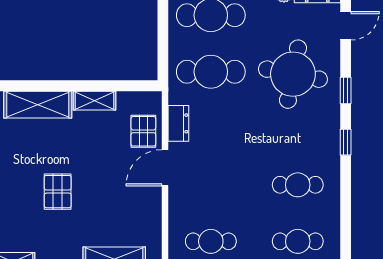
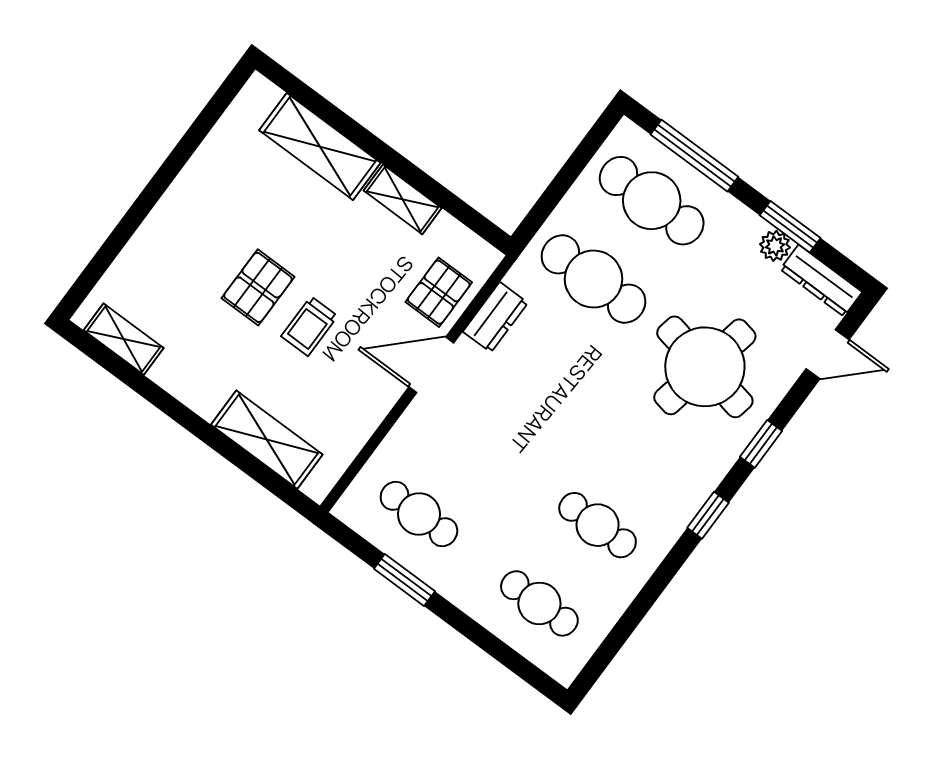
trolley: (95, 192) -> (309, 326), added

